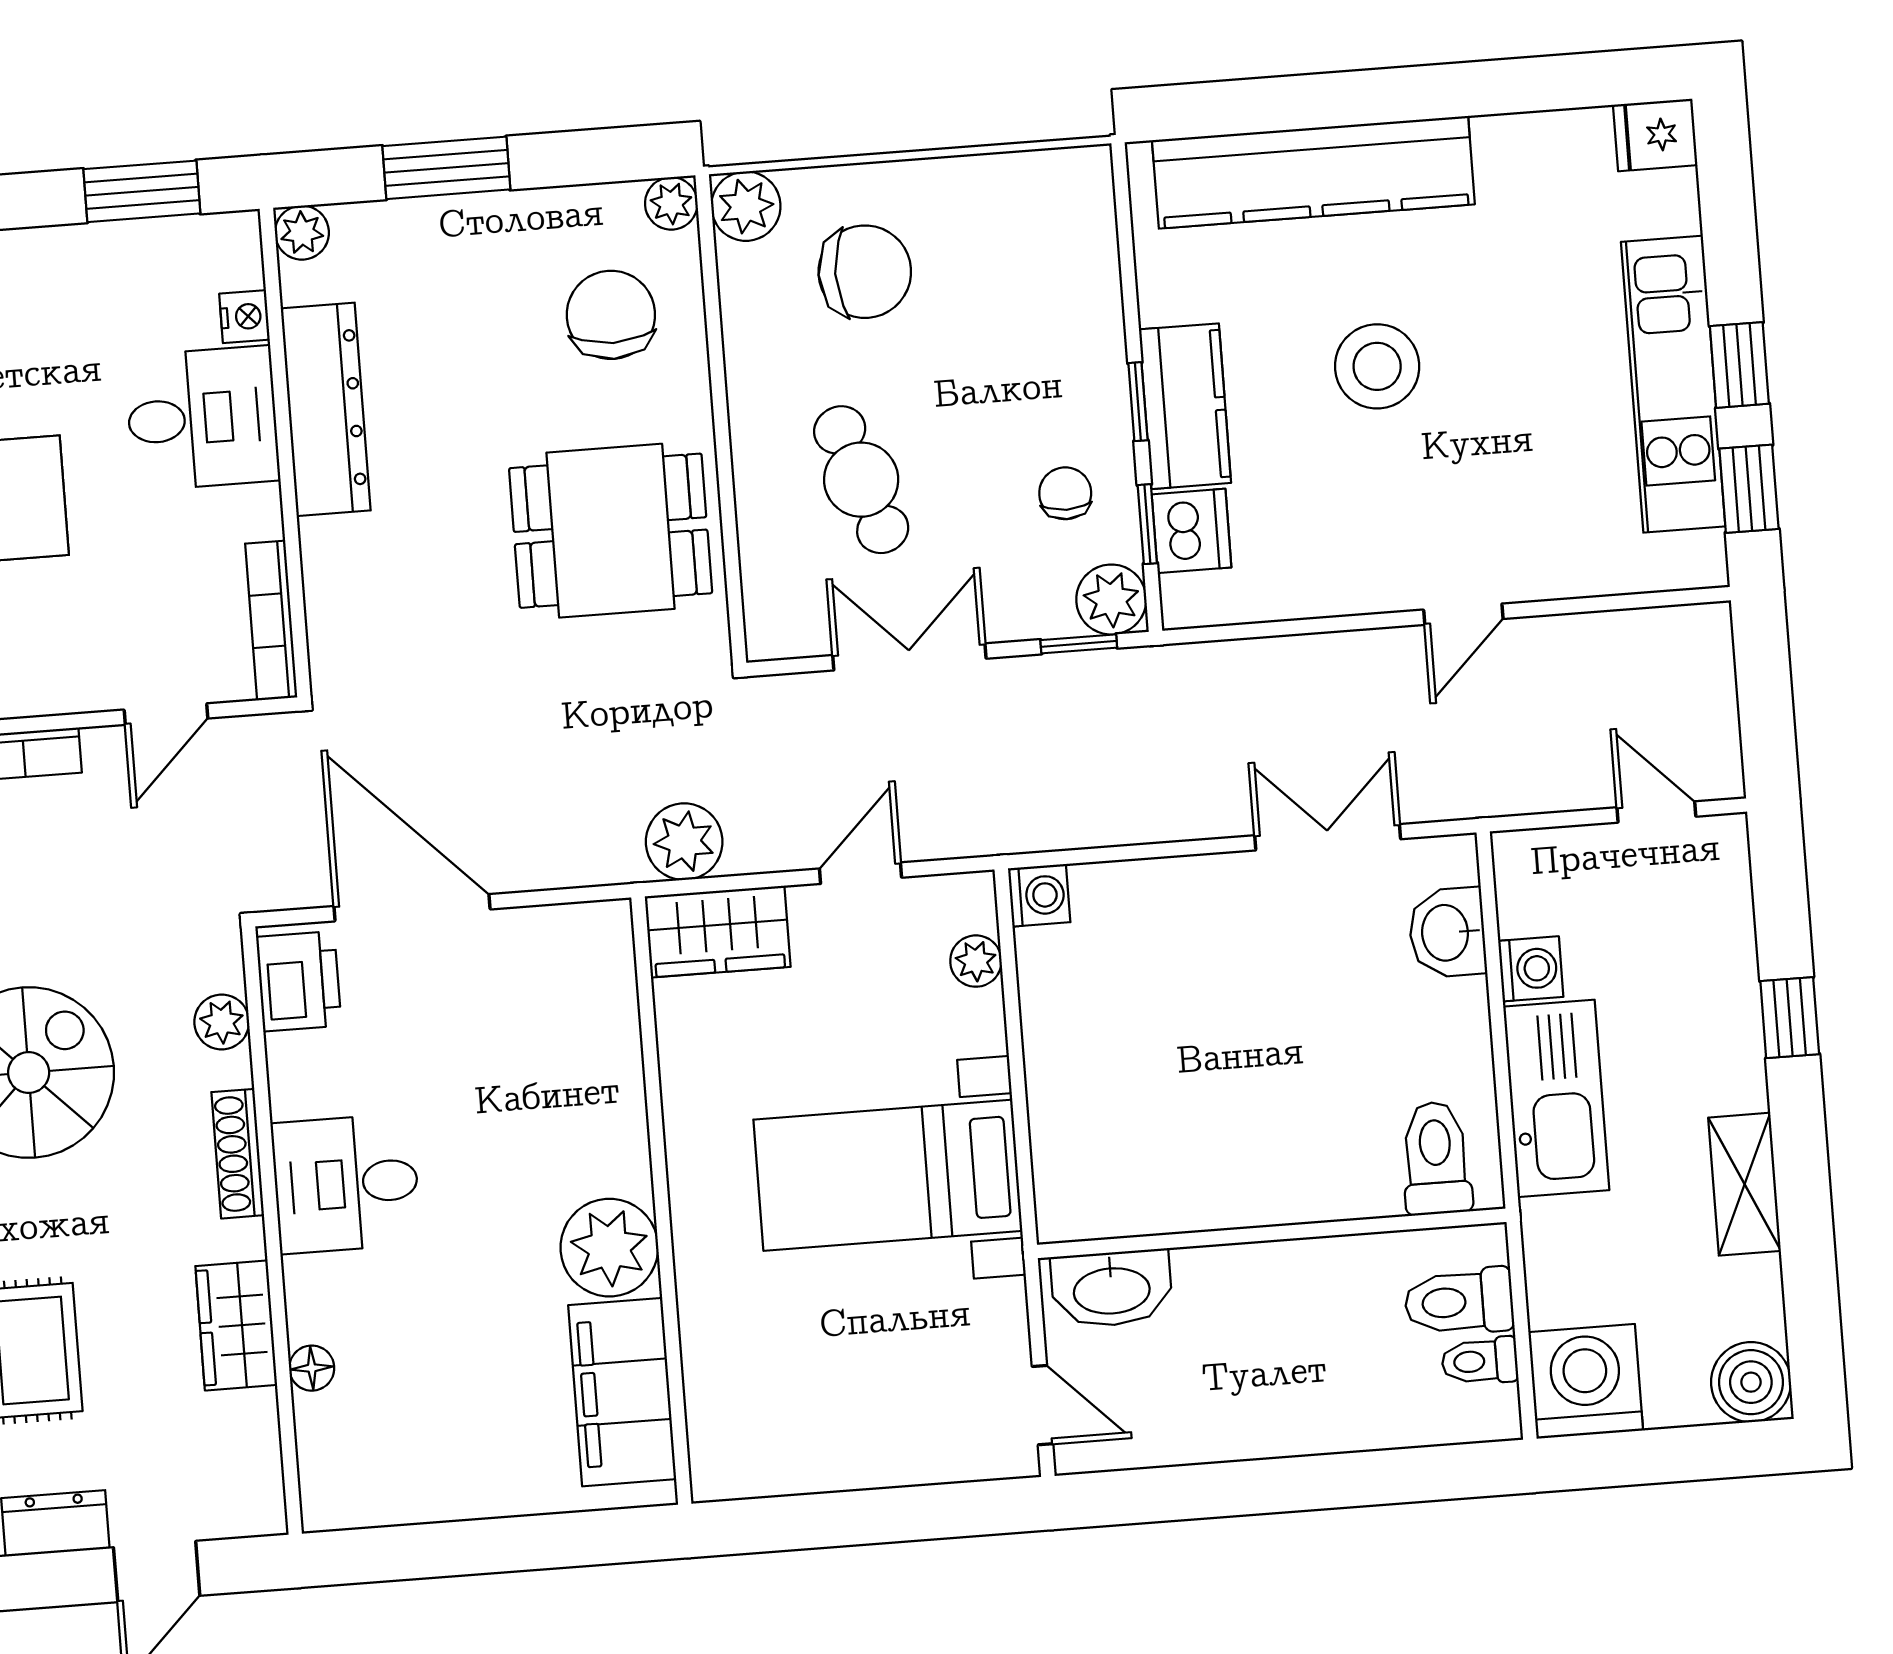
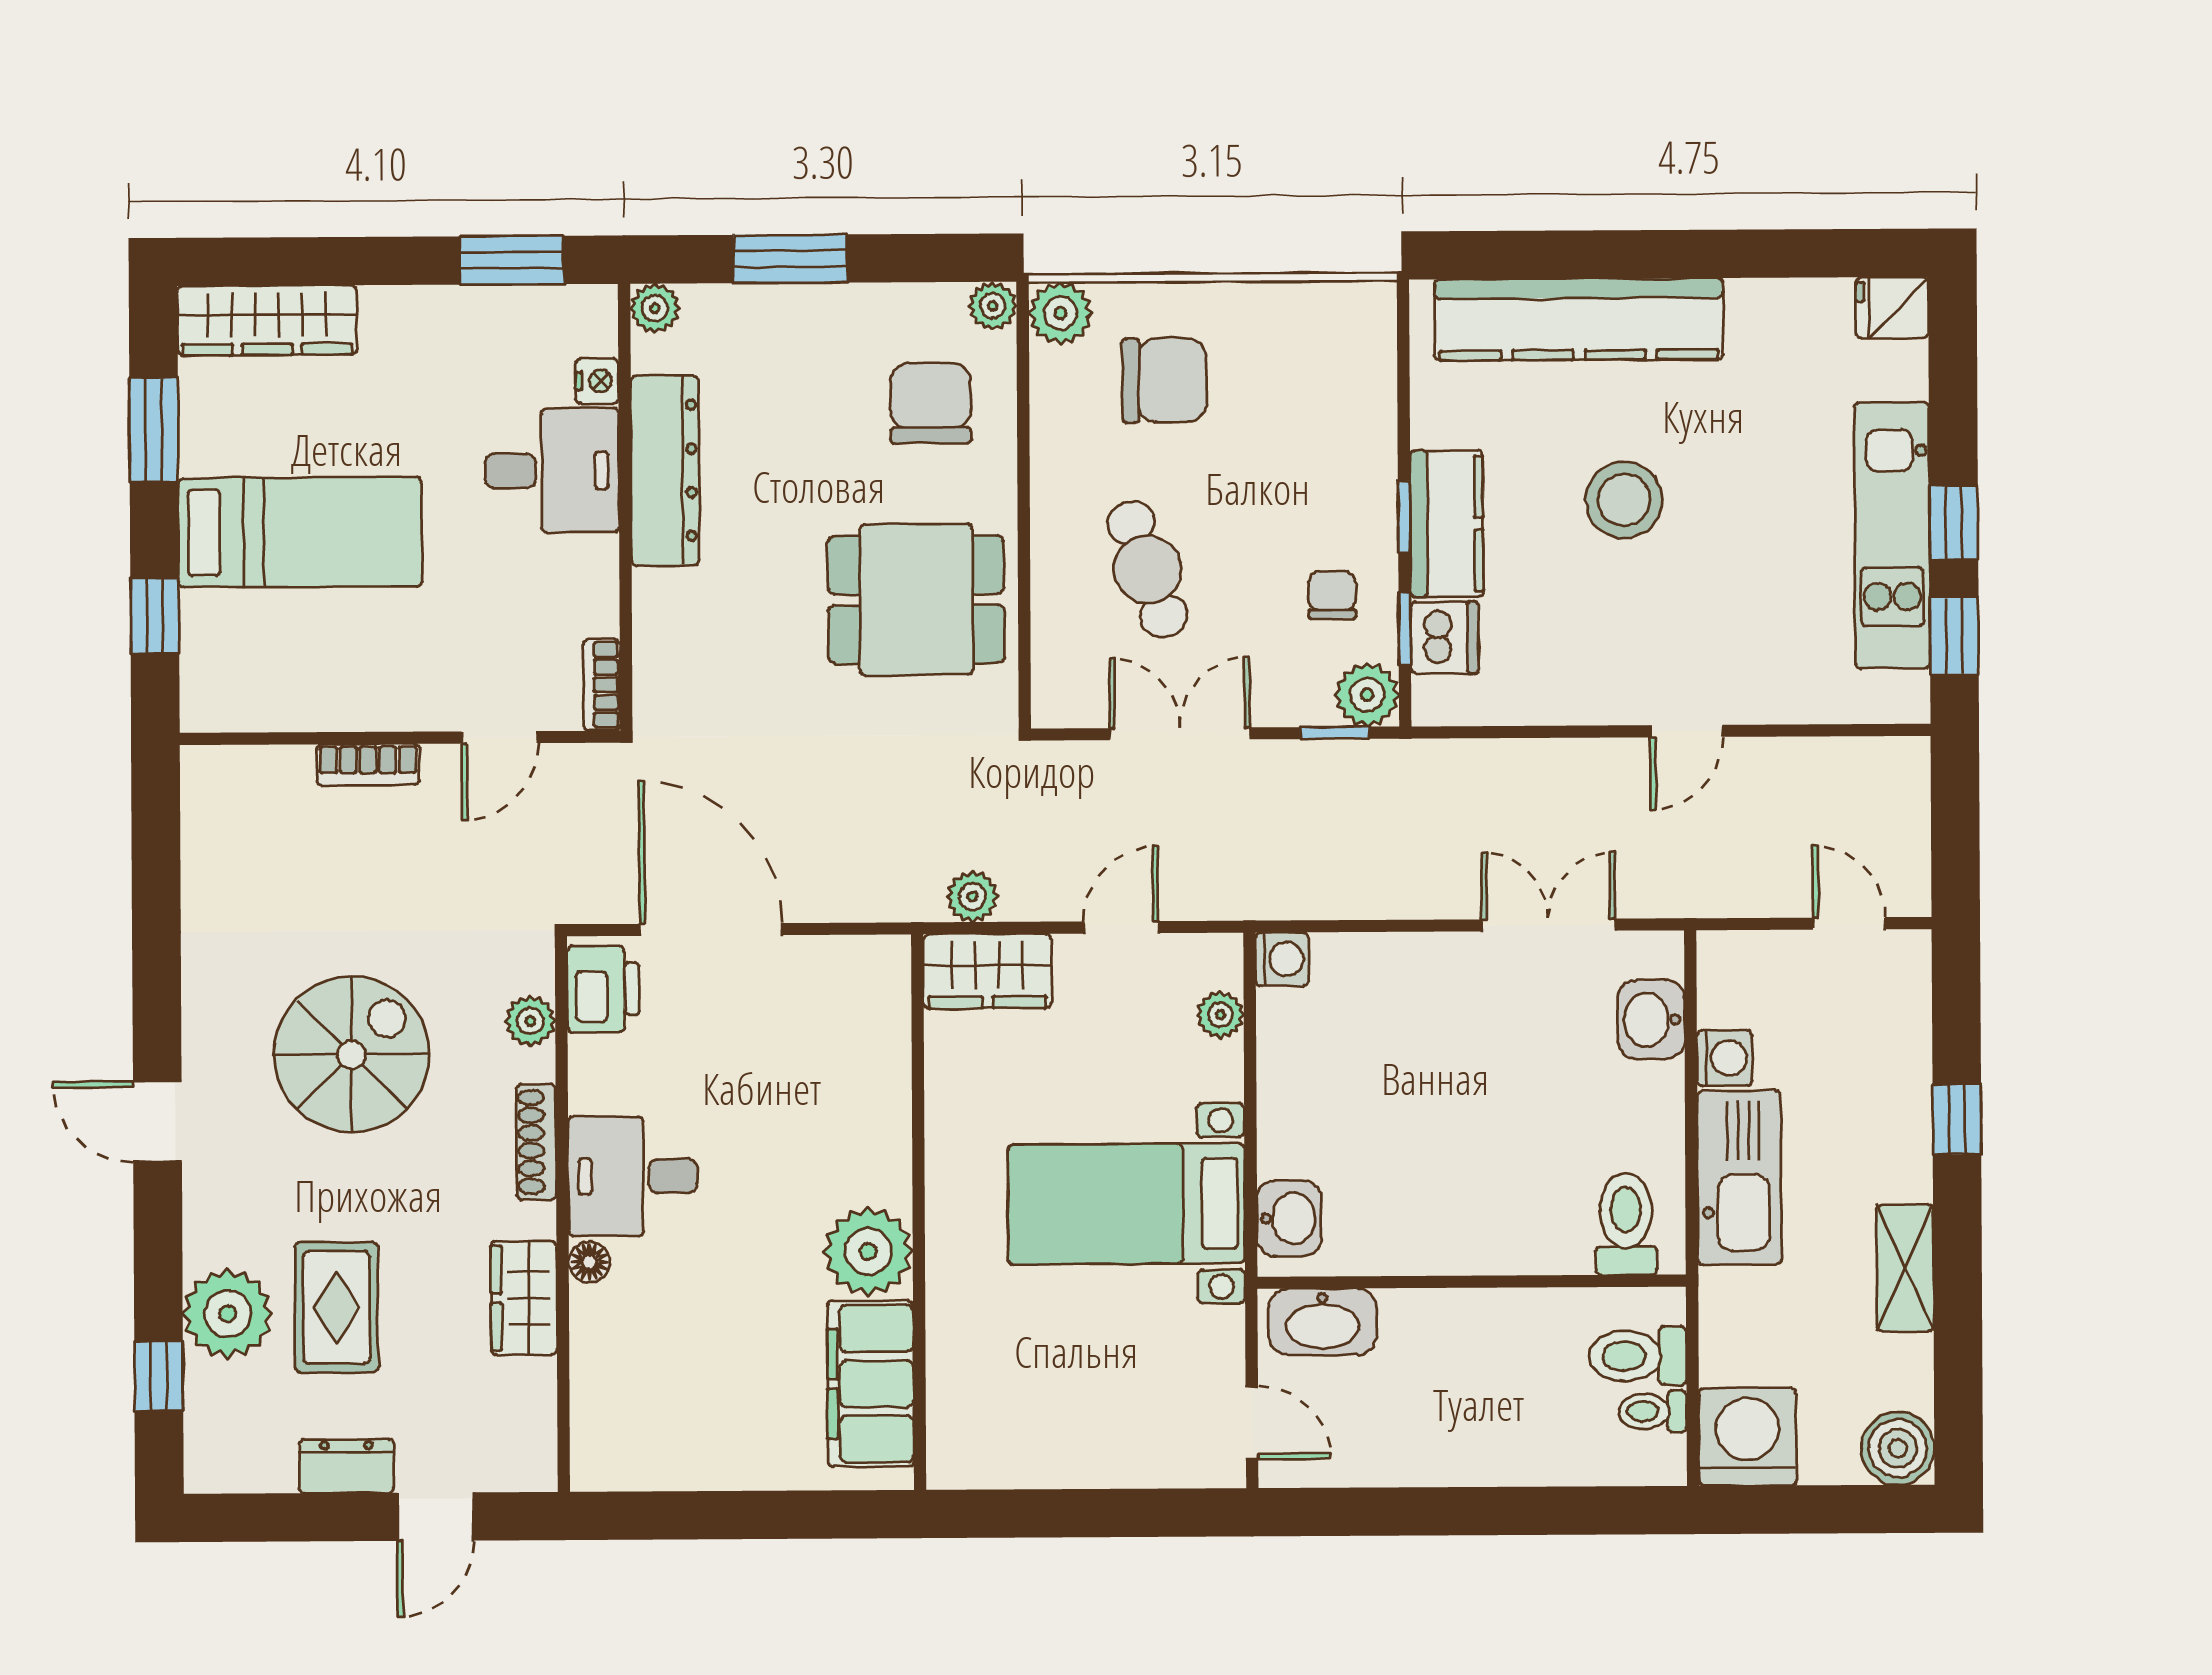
bookcase: (271, 620) -> (602, 685), width x0.64
plant: (684, 842) -> (972, 897), width x0.73, depth x0.73
washbasin: (1067, 1178) -> (1289, 1218), added
floor lamp: (312, 1368) -> (589, 1262), moved

